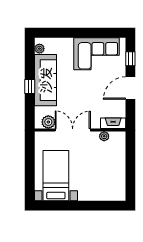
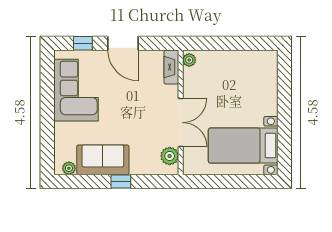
sofa: (46, 80) -> (103, 160), width x0.73
double door: (73, 130) -> (181, 123), swing flipped
plant: (104, 136) -> (189, 60), moved

